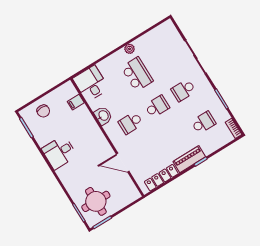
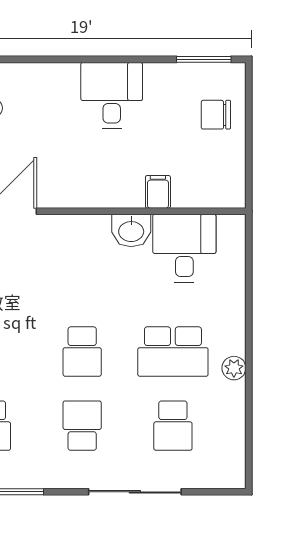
desk: (91, 84) -> (184, 248), moved, turned -90
filing cabinet: (76, 102) -> (158, 192), moved
school desk: (131, 123) -> (173, 426), moved, turned 180

